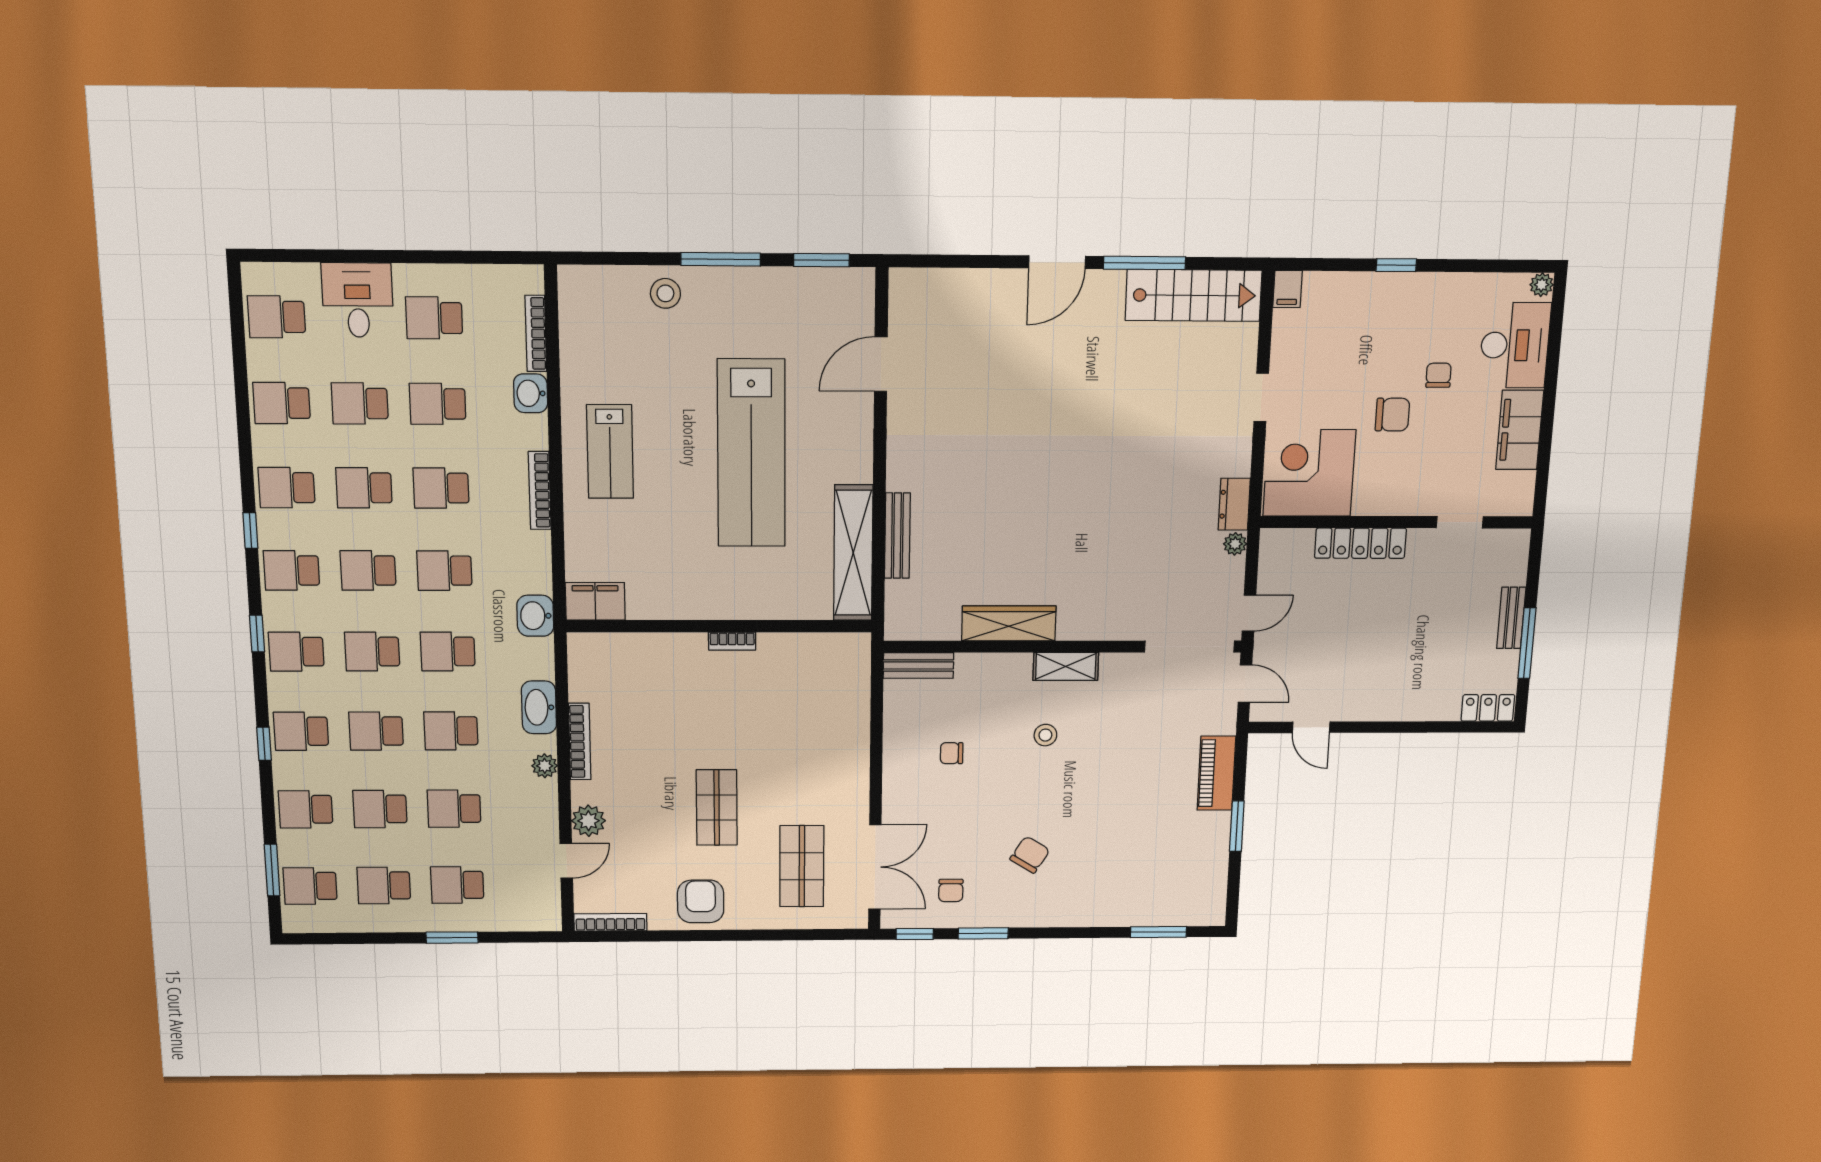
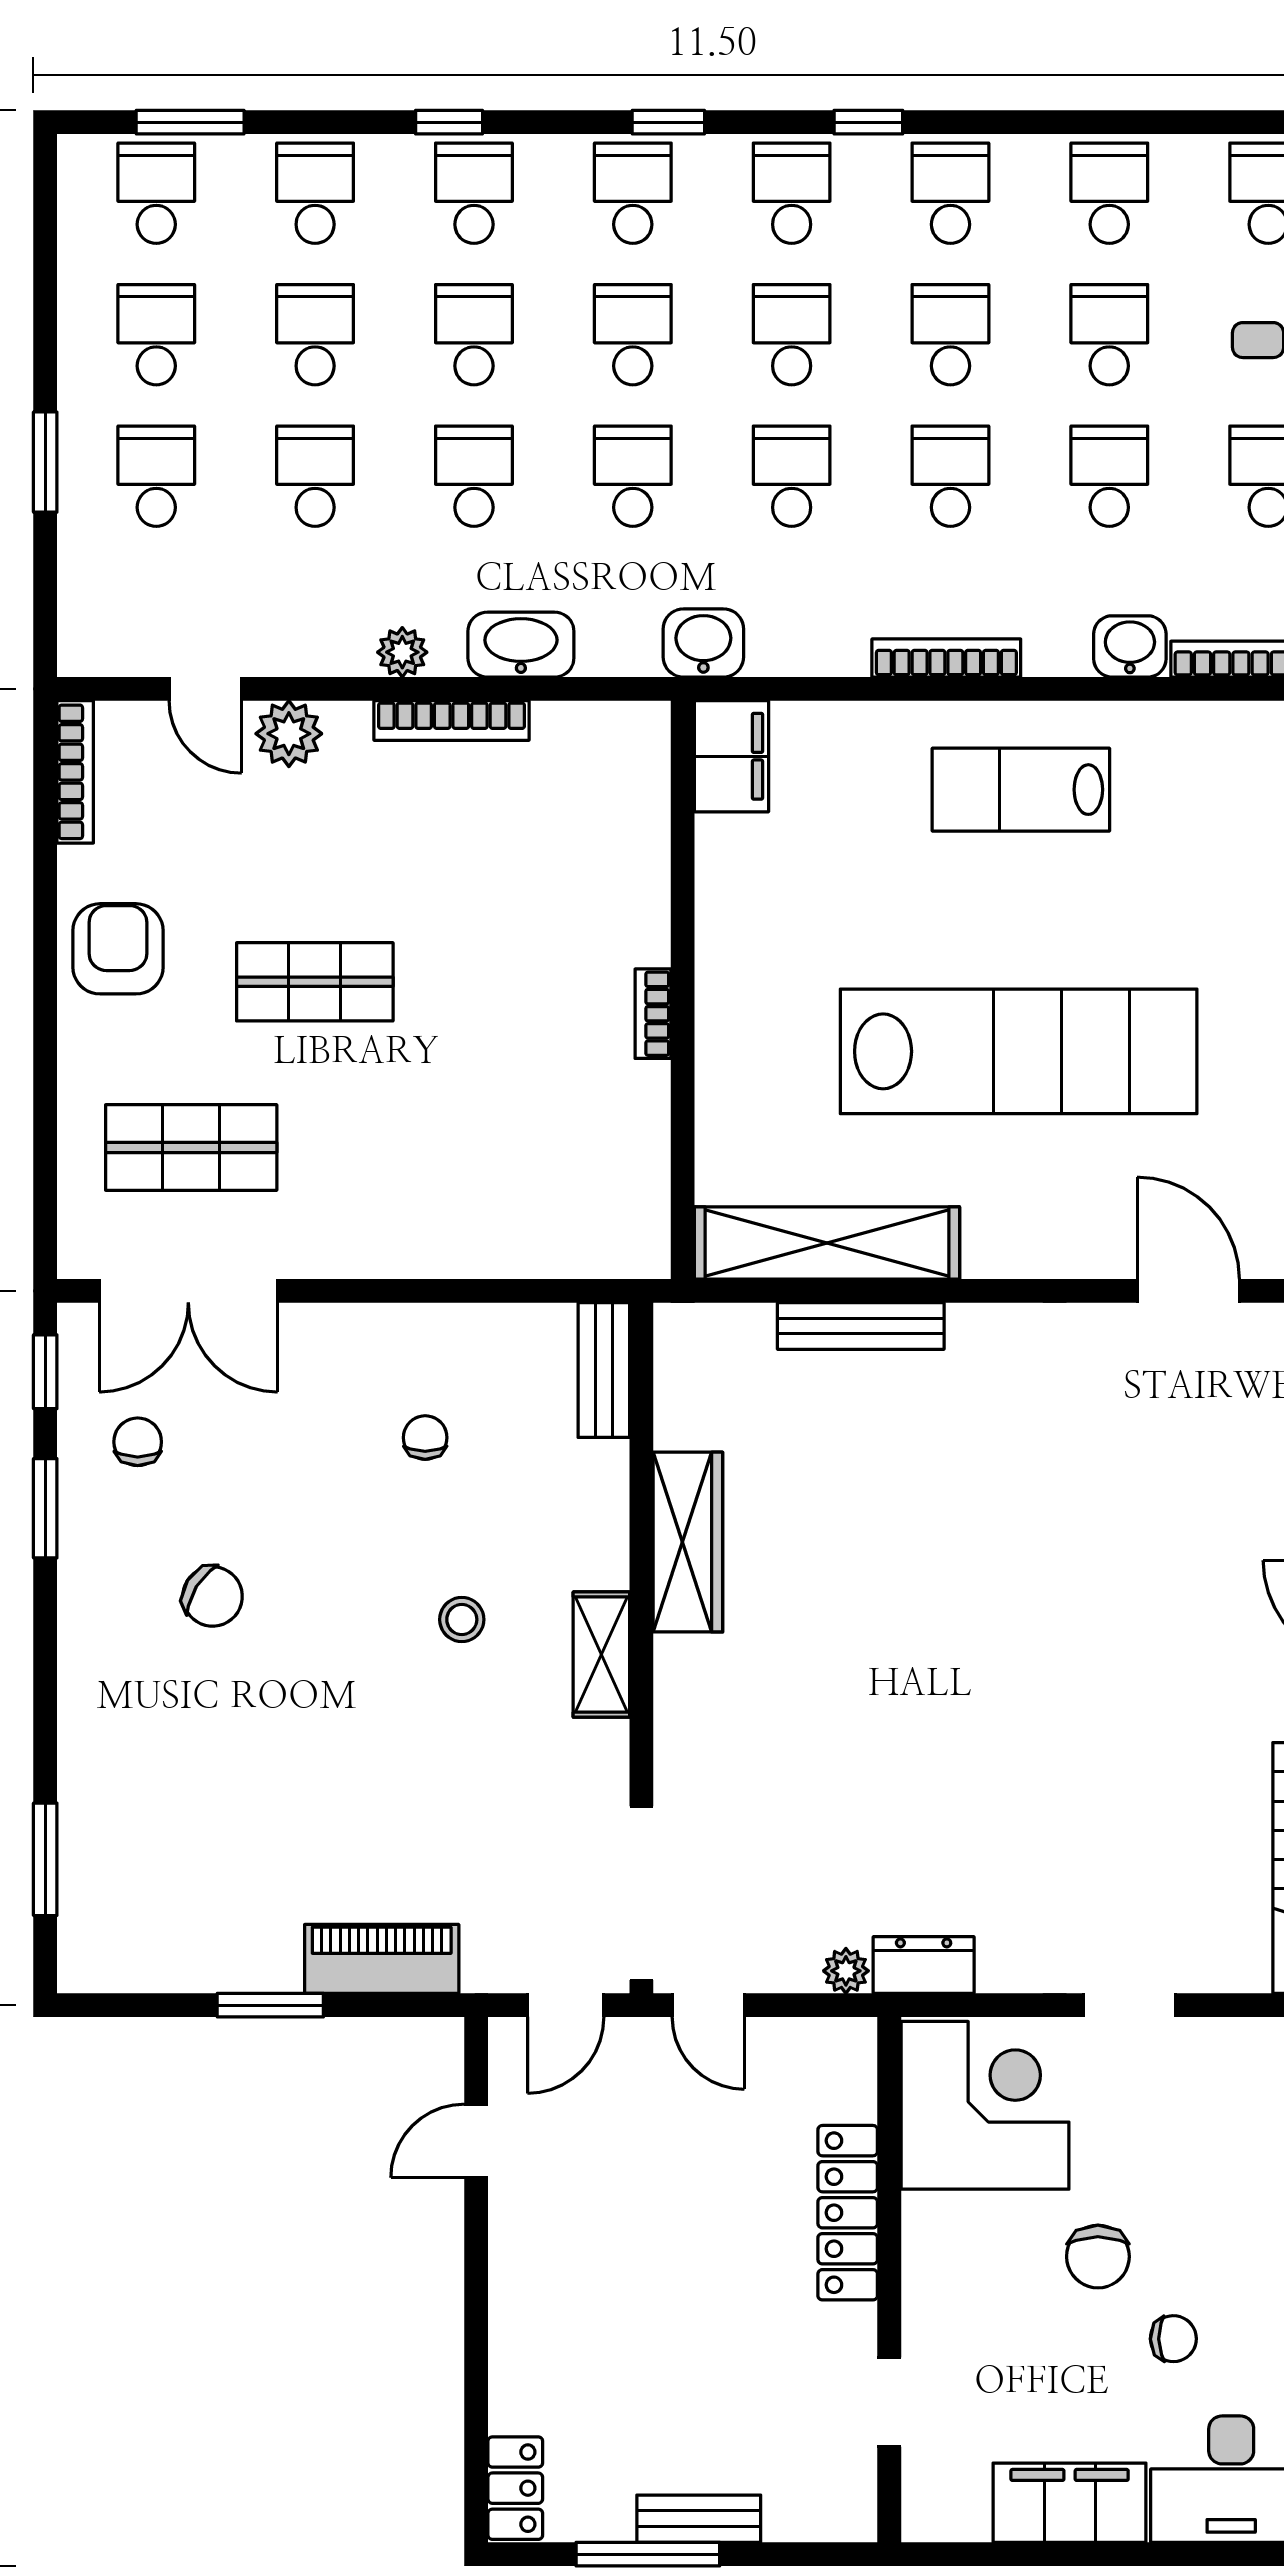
lab bench: (751, 453) -> (1019, 1051), turned 180
chair: (951, 890) -> (138, 1442), turned 90
armchair: (701, 901) -> (118, 949), turned -90

